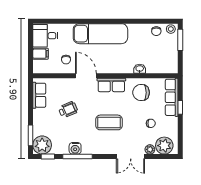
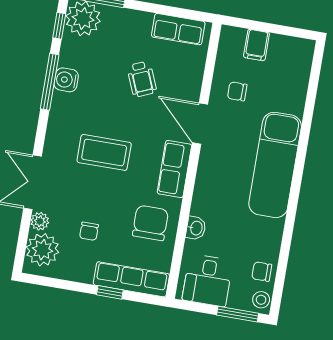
desk: (45, 36) -> (207, 280), moved, turned 180
door: (86, 76) -> (200, 124), swing flipped
coffee table: (109, 122) -> (104, 152), turned 90

